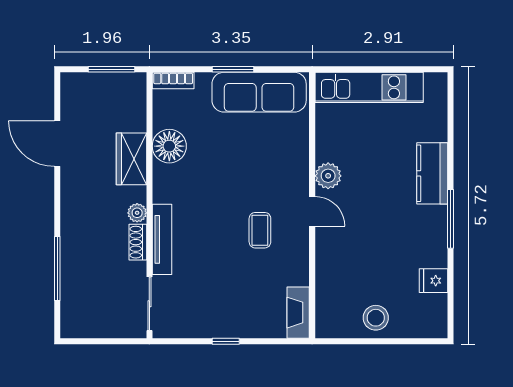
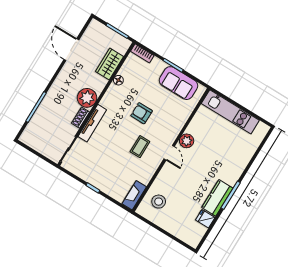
sofa: (259, 92) -> (178, 83), width x0.73
floor lamp: (169, 146) -> (118, 80), width x0.53, depth x0.53
wardrobe: (131, 159) -> (109, 64), moved
kitchen counter: (432, 173) -> (217, 198), moved
armchair: (230, 176) -> (142, 113), added
plant: (137, 213) -> (87, 98), width x1.88, depth x1.88
stool: (376, 318) -> (159, 202), moved

